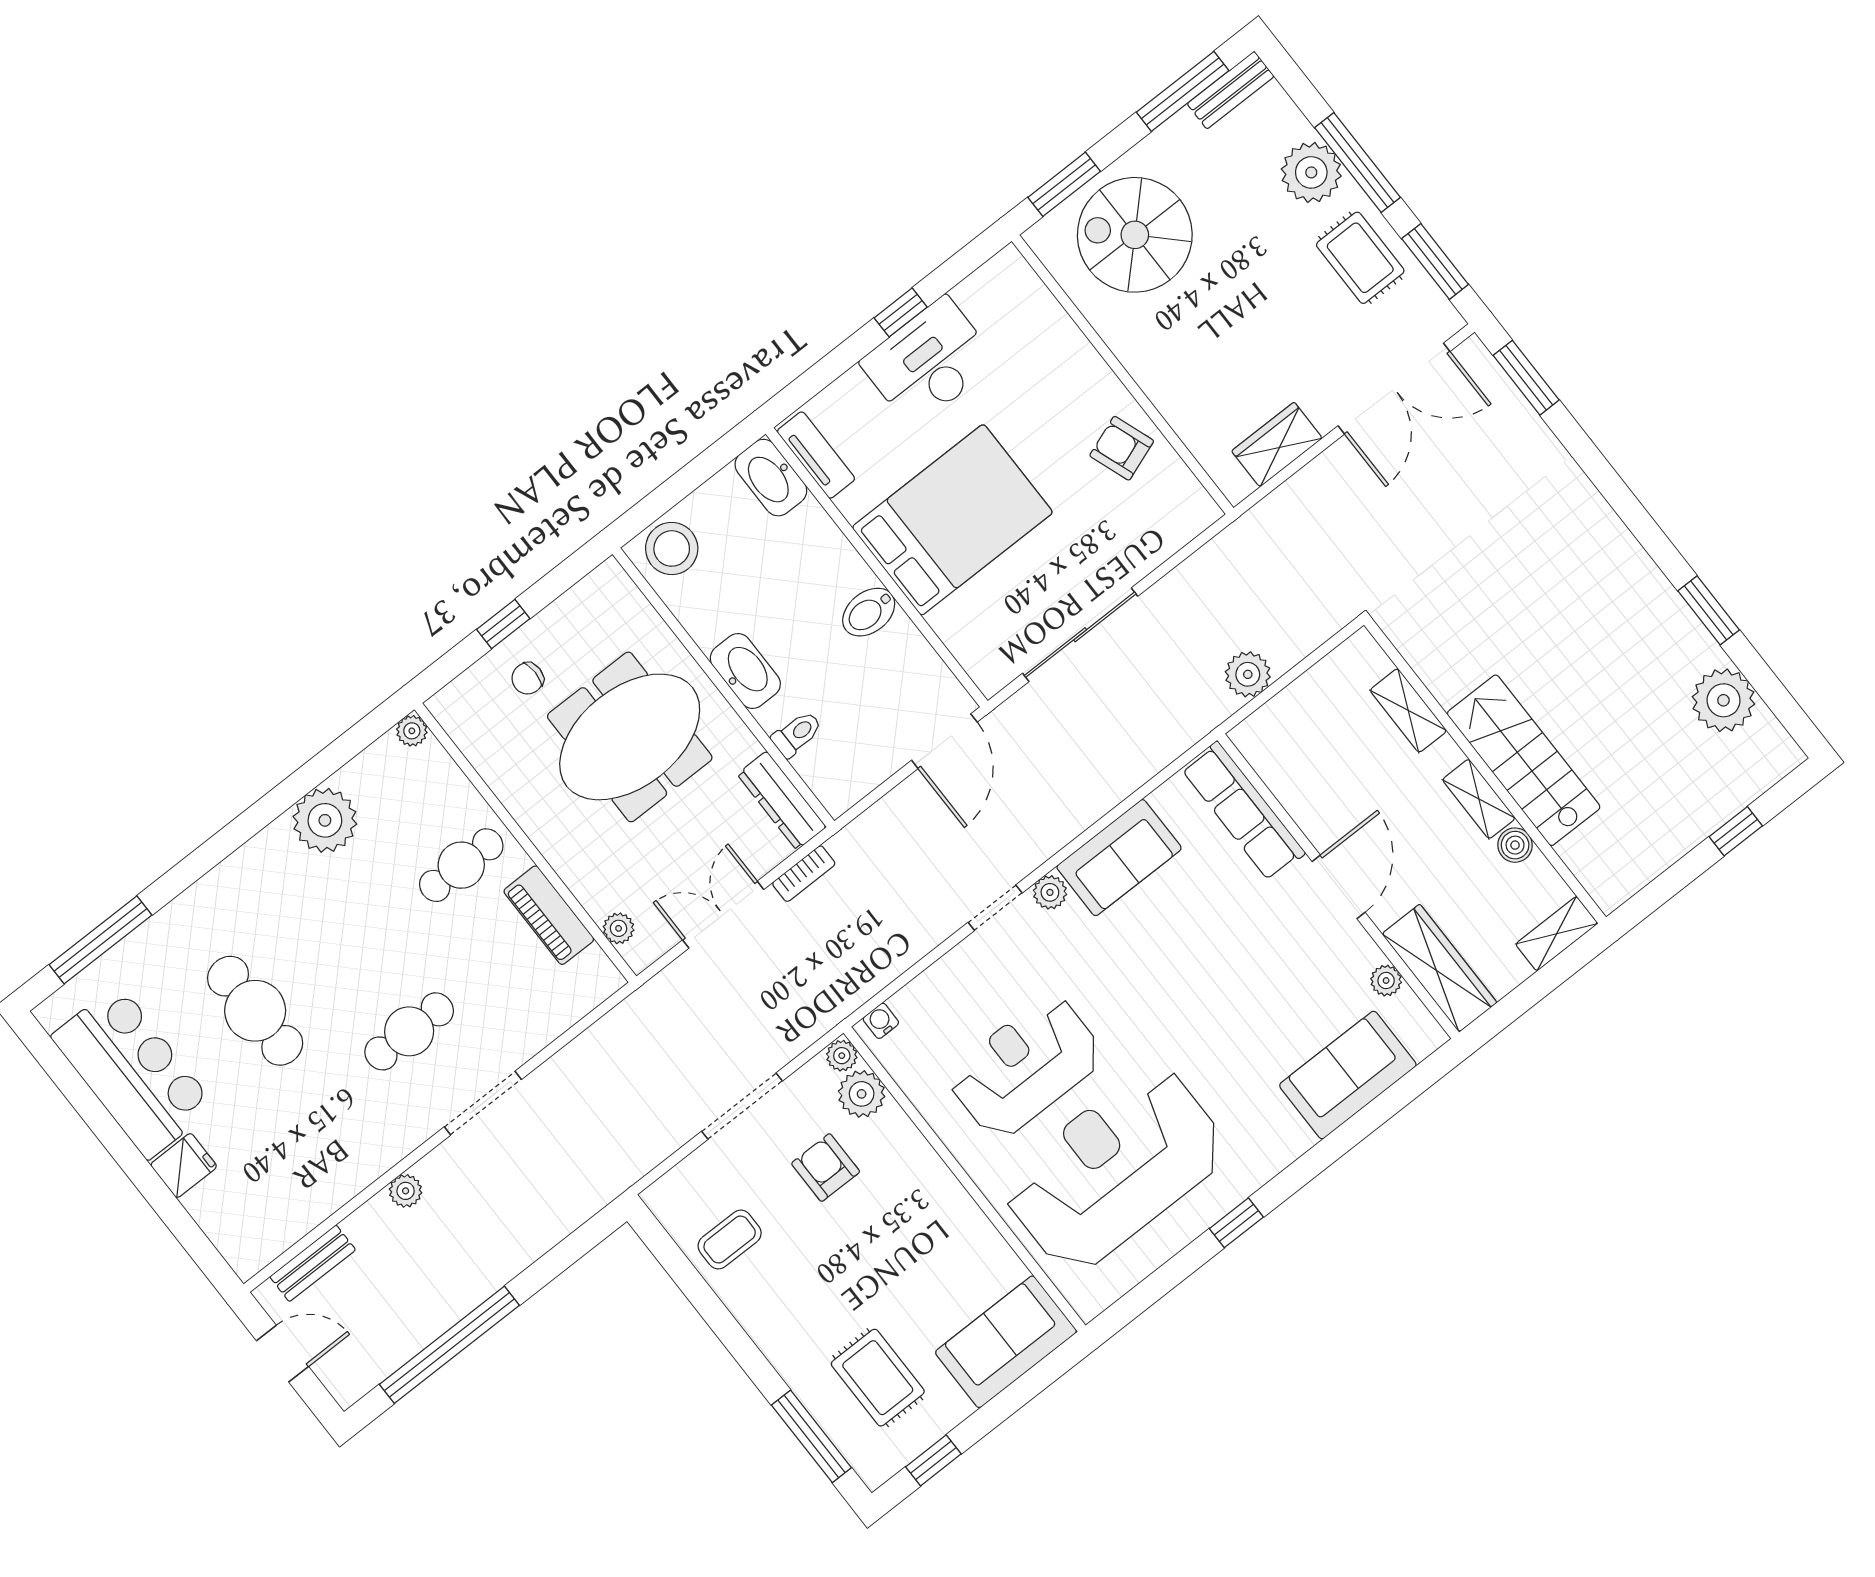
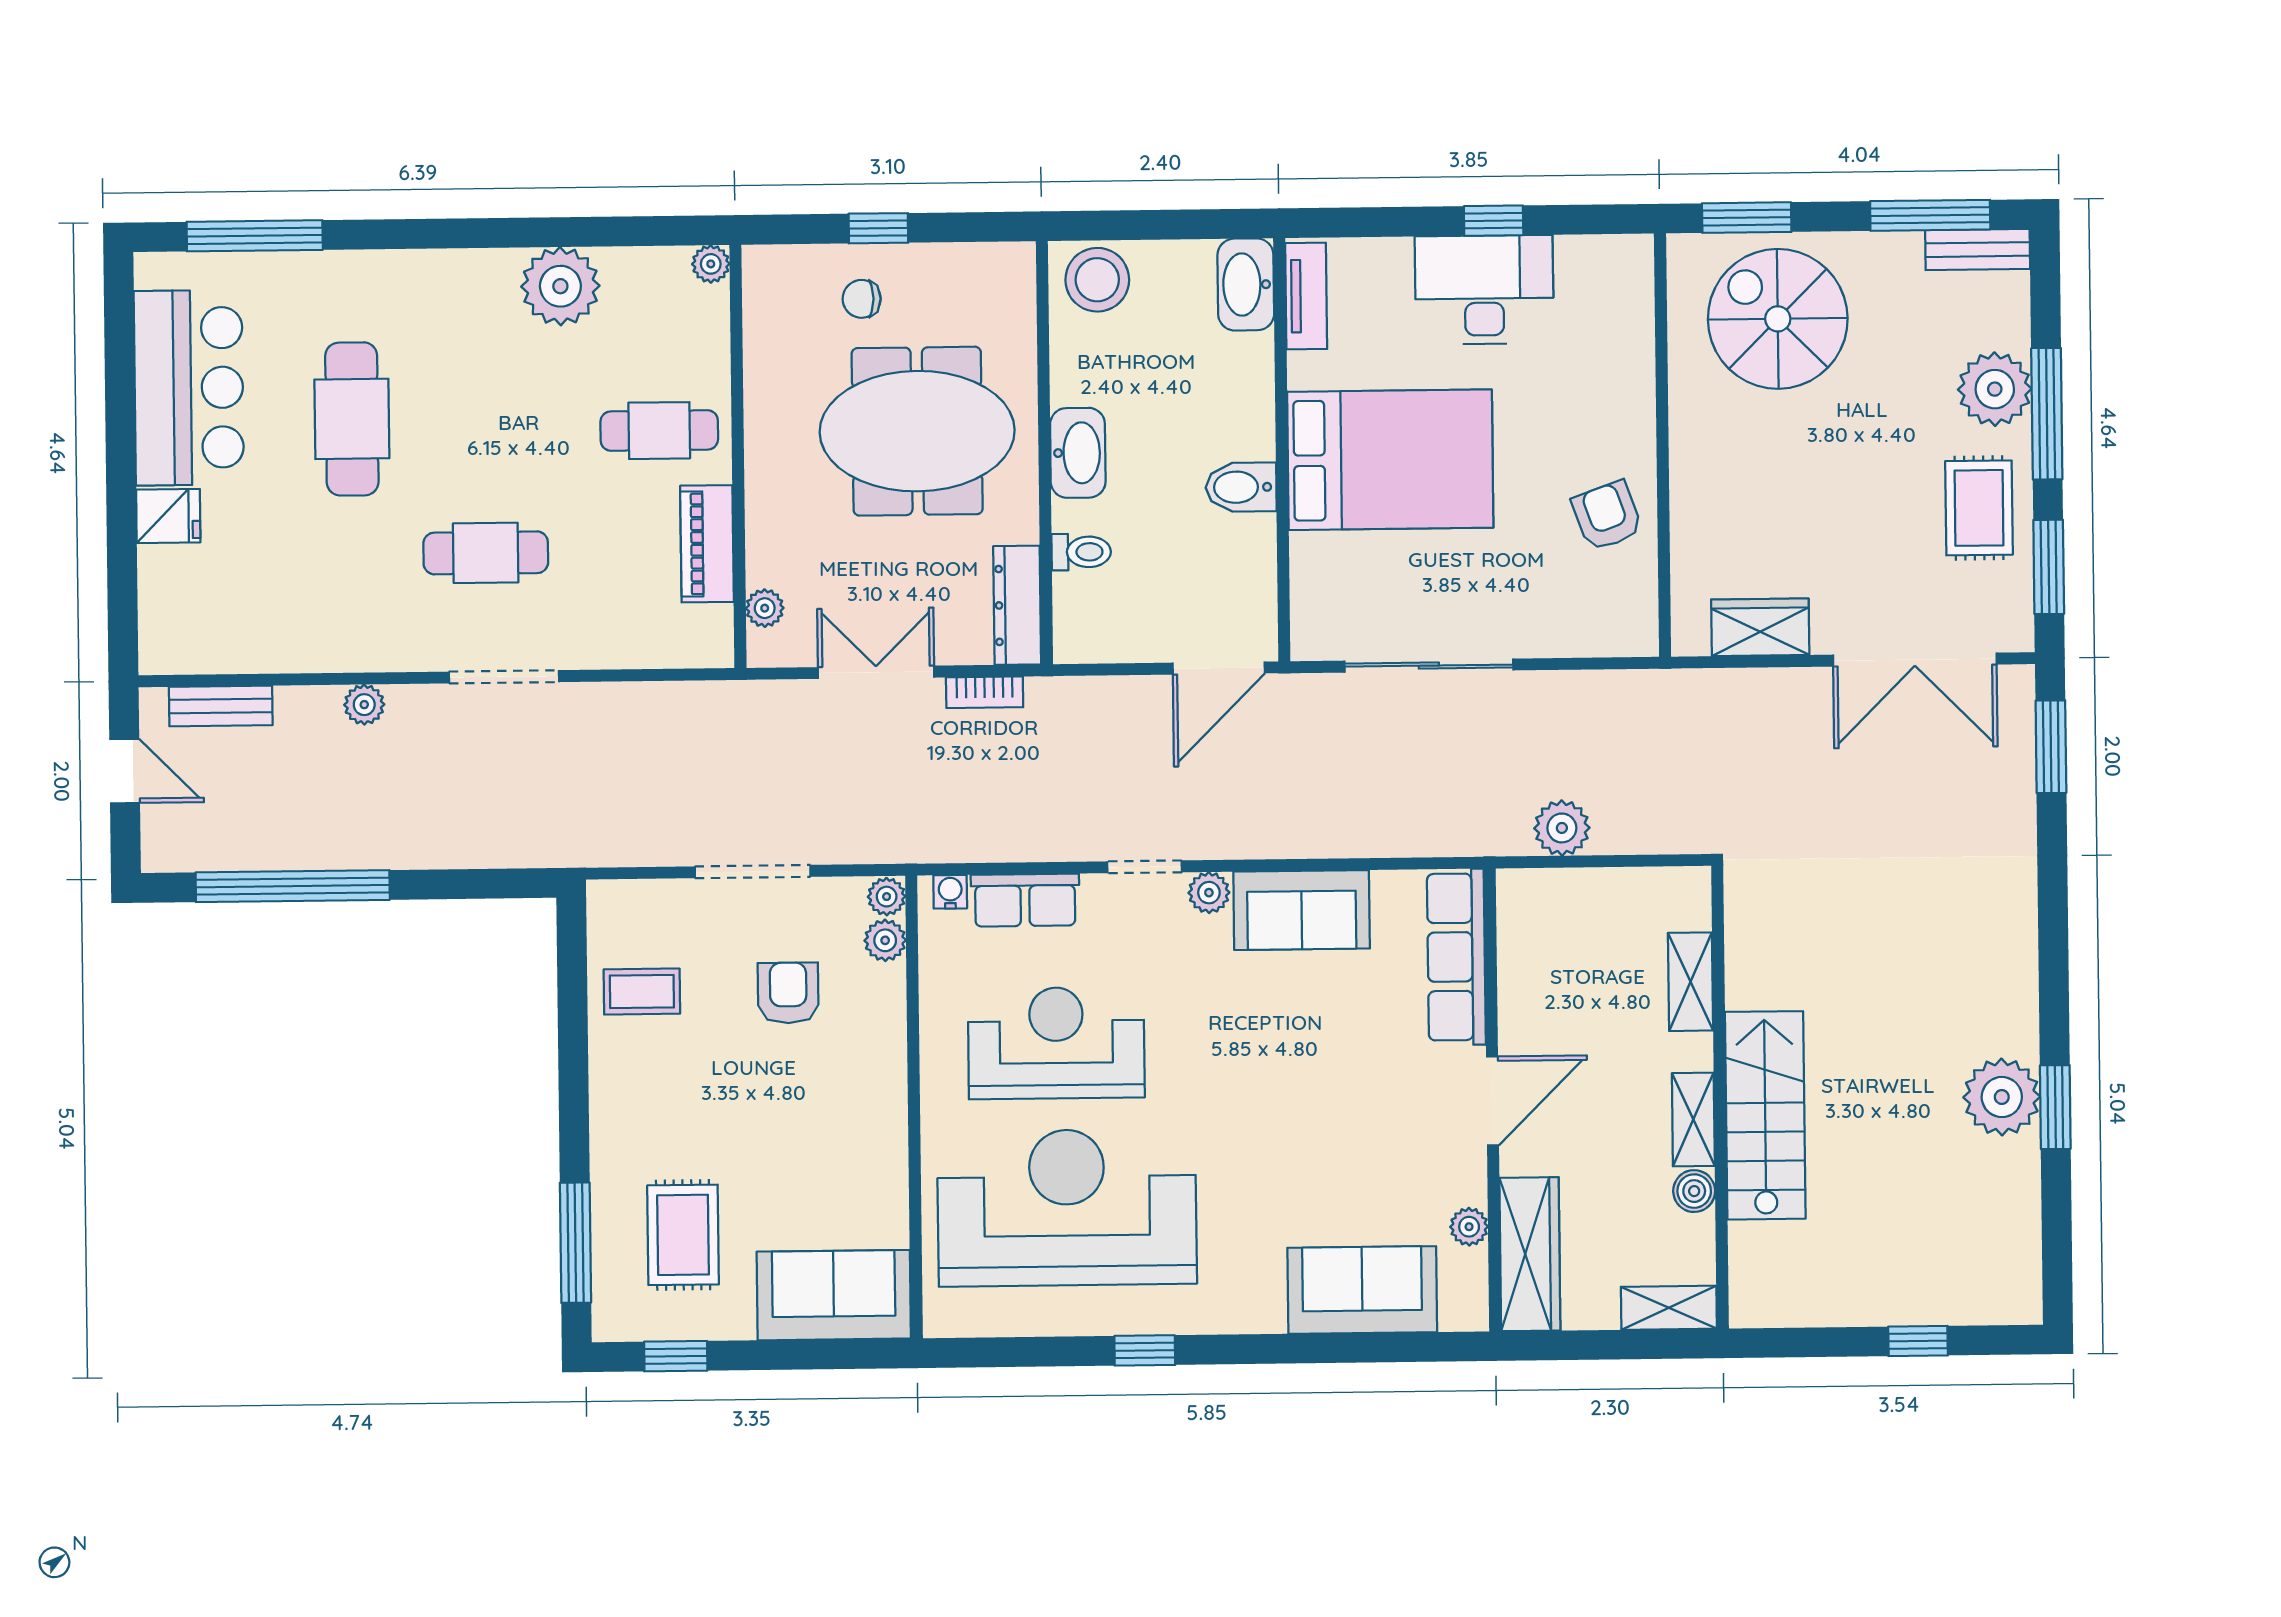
plant: (1723, 700) -> (2002, 1097), moved
row of seats: (934, 989) -> (1025, 900), added
plant: (862, 1094) -> (885, 940), width x0.73, depth x0.73

